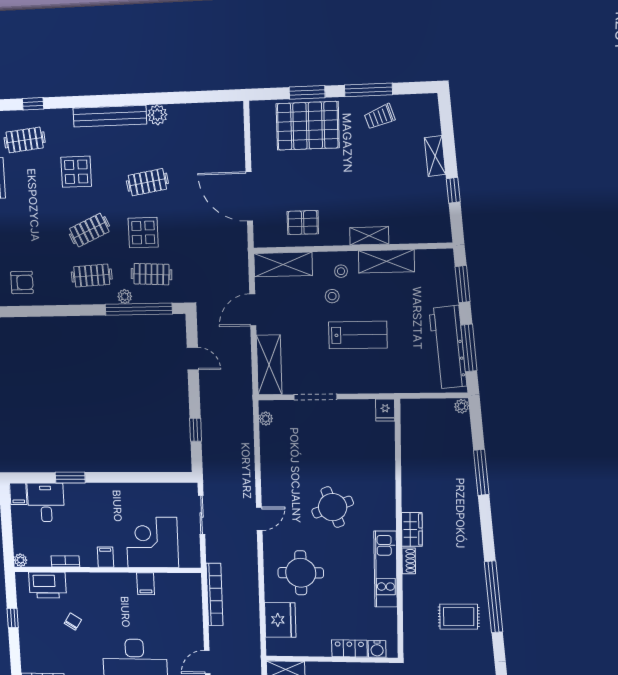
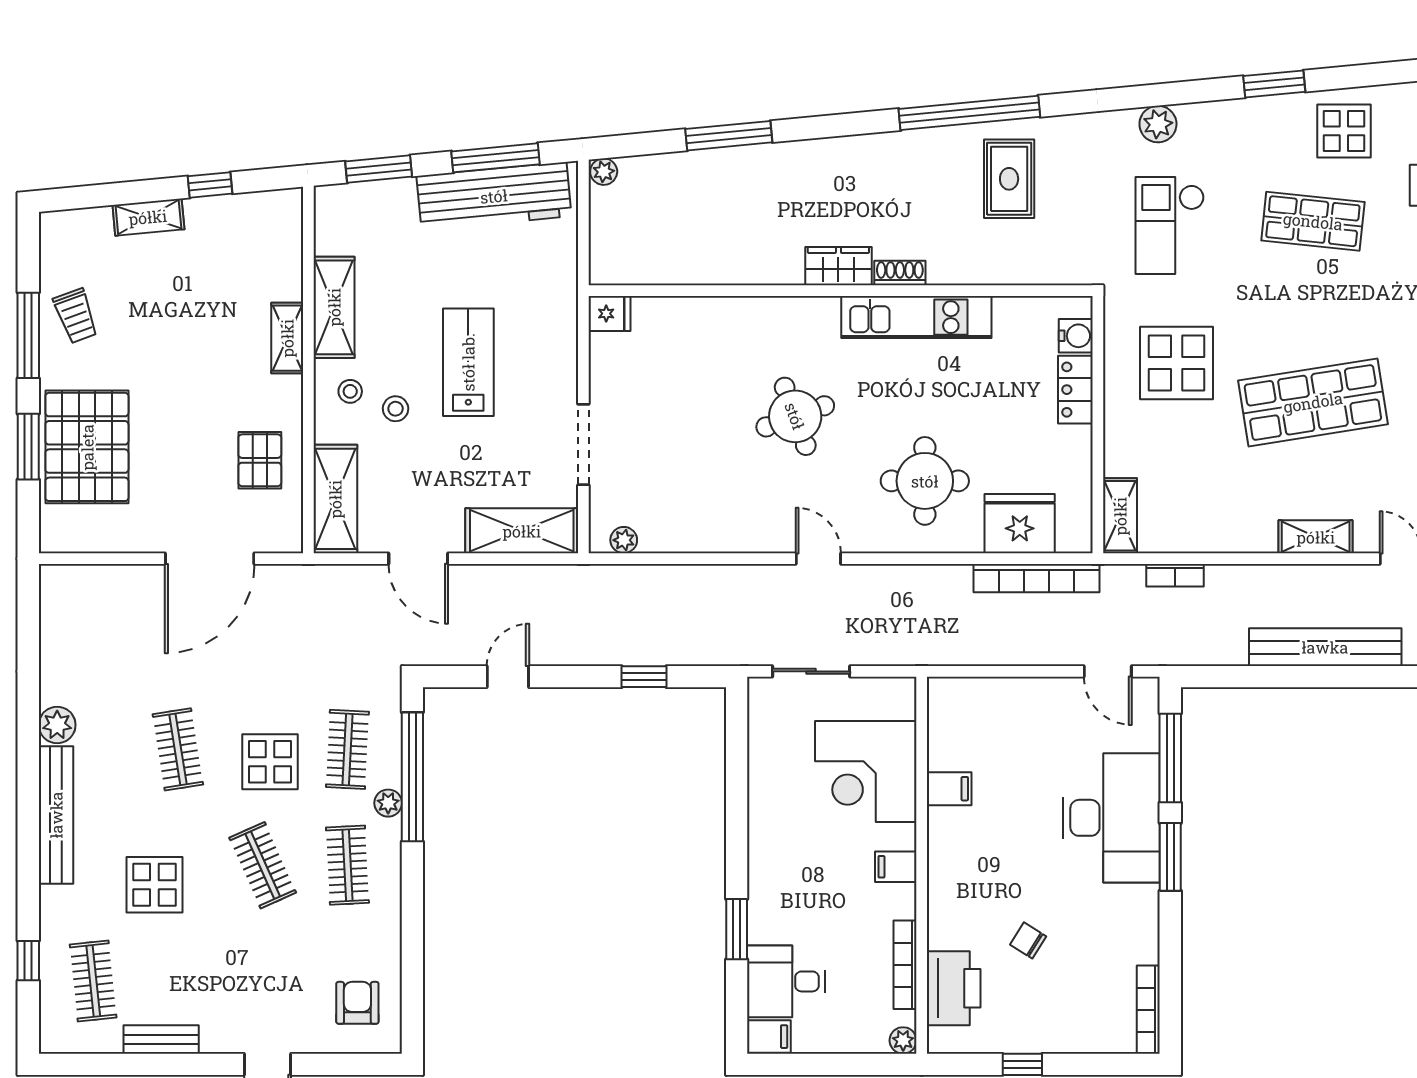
bookcase: (65, 561) -> (905, 965), width x1.56
bookcase: (215, 594) -> (1036, 578), moved, turned 180

